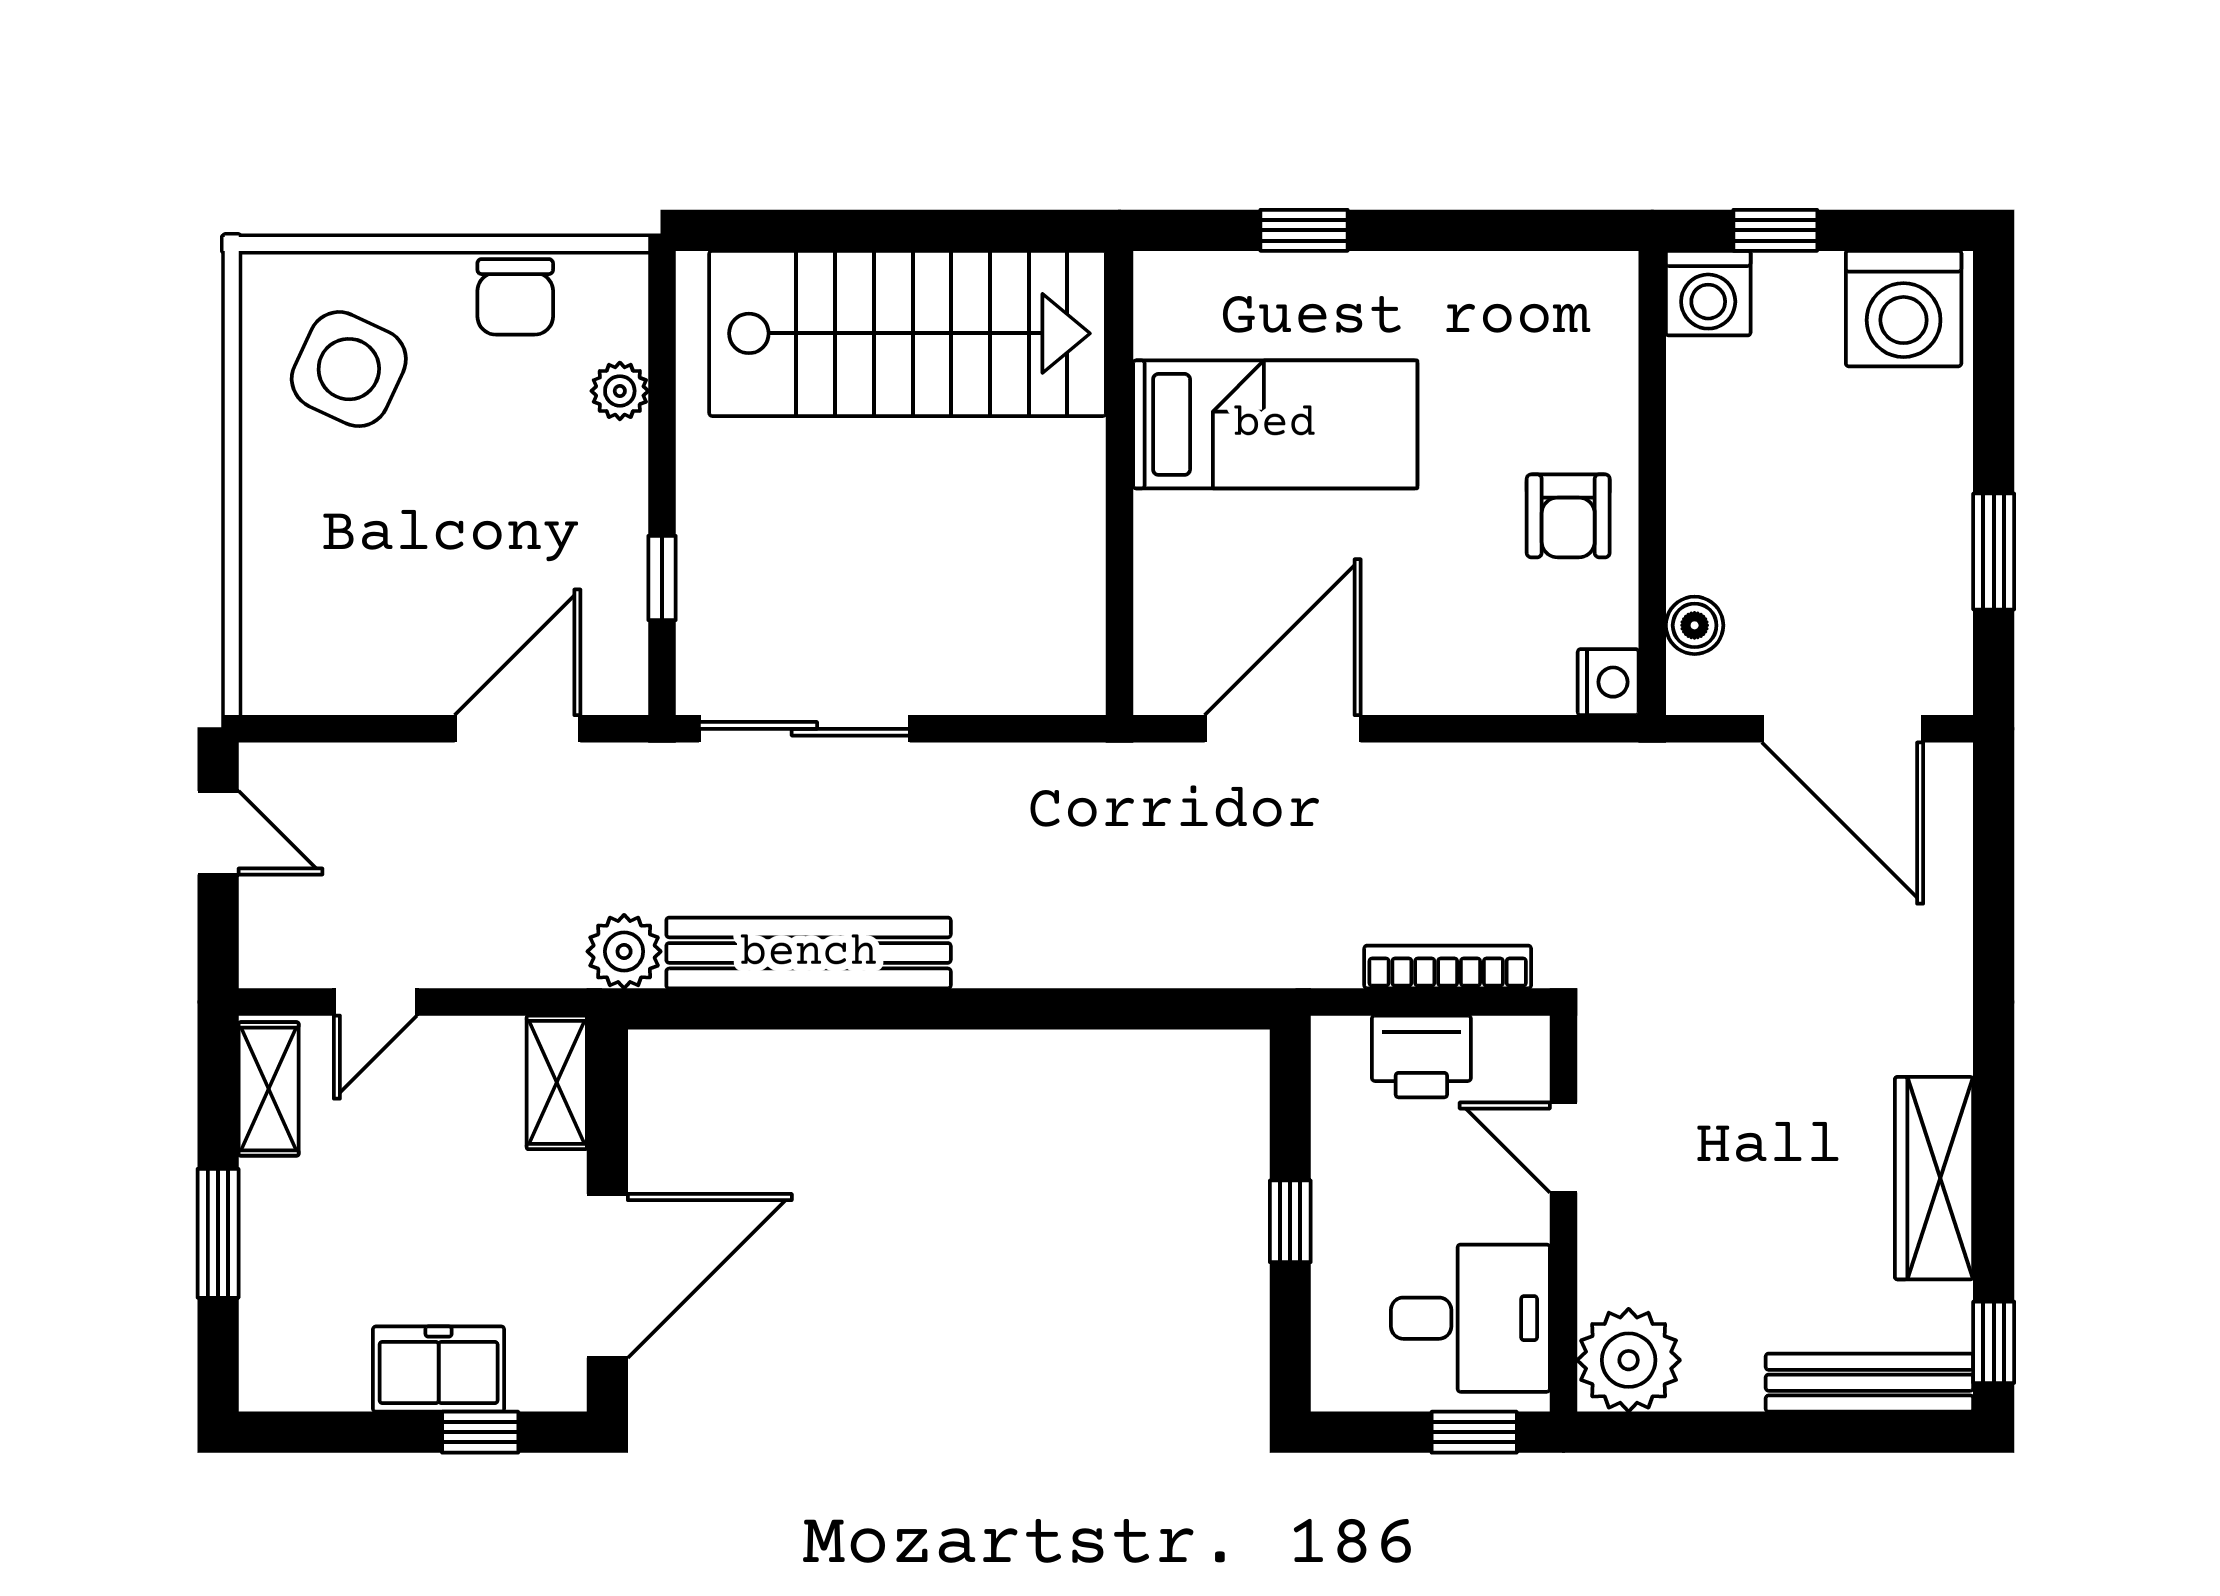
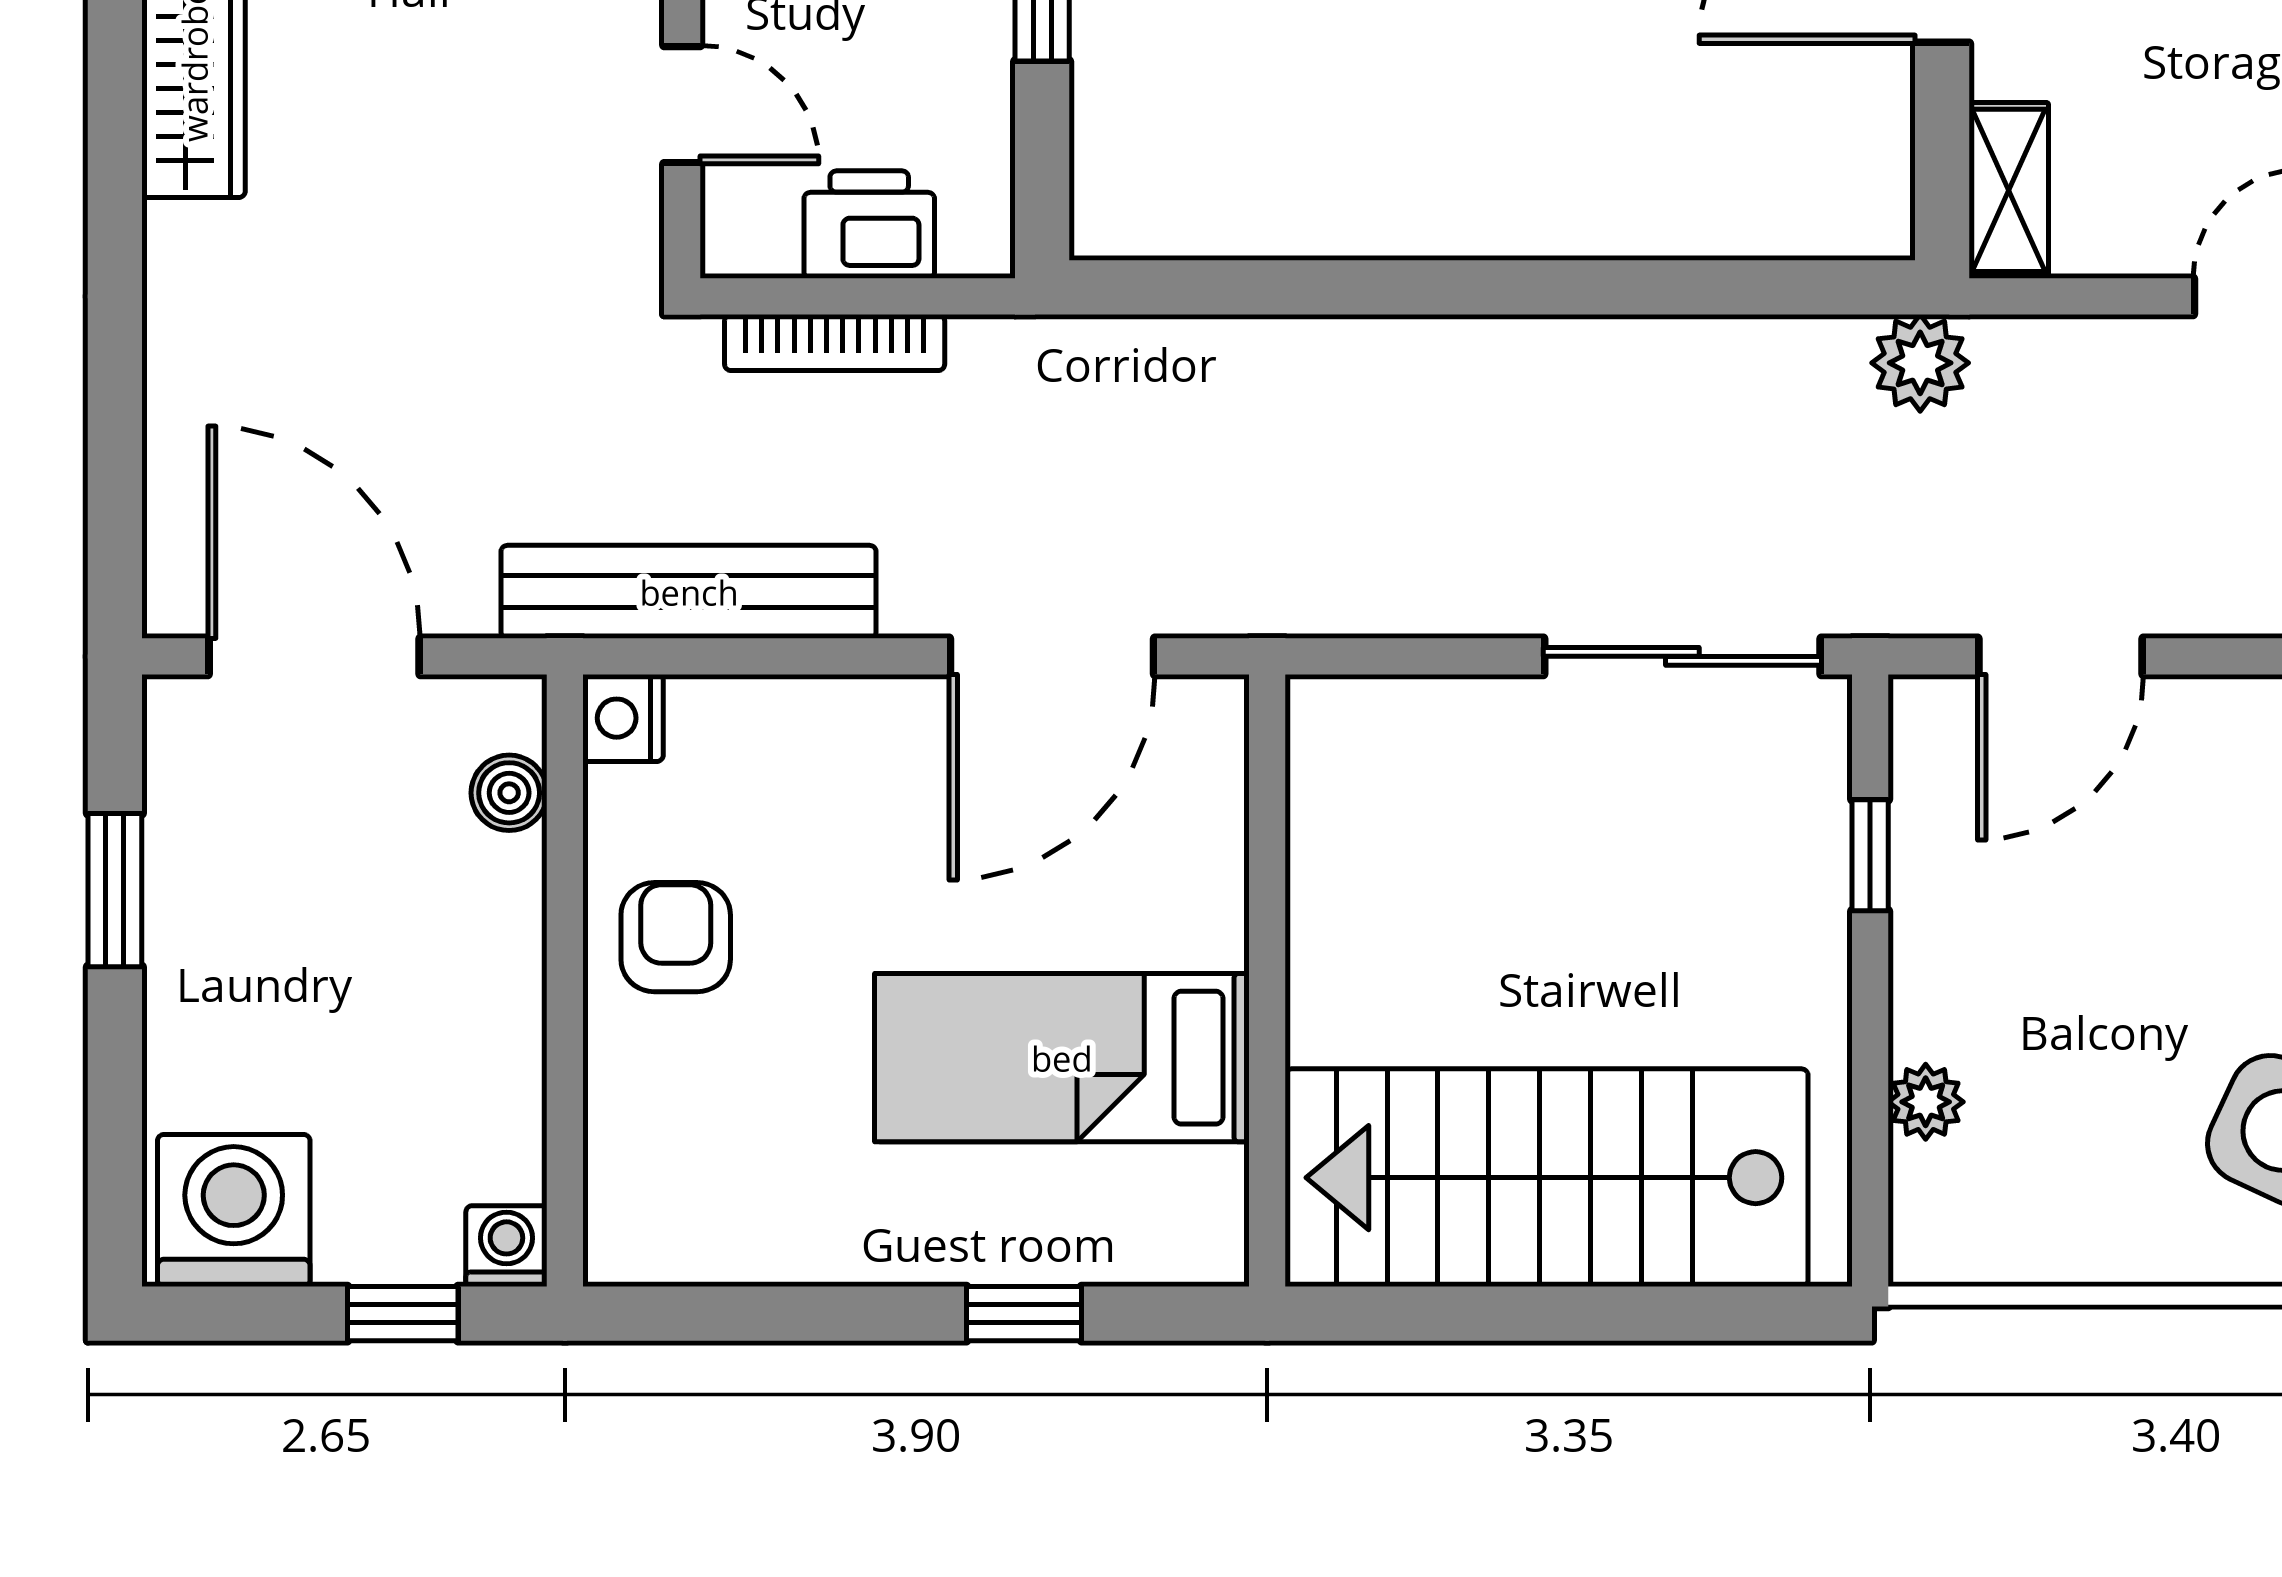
washing machine: (1708, 293) -> (506, 1246), width x0.73, depth x0.73
chair: (515, 297) -> (2064, 1226), removed
bench: (809, 953) -> (689, 592), moved

